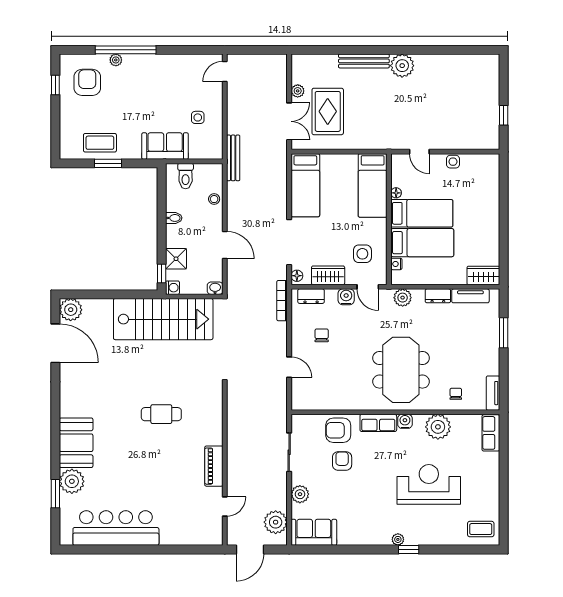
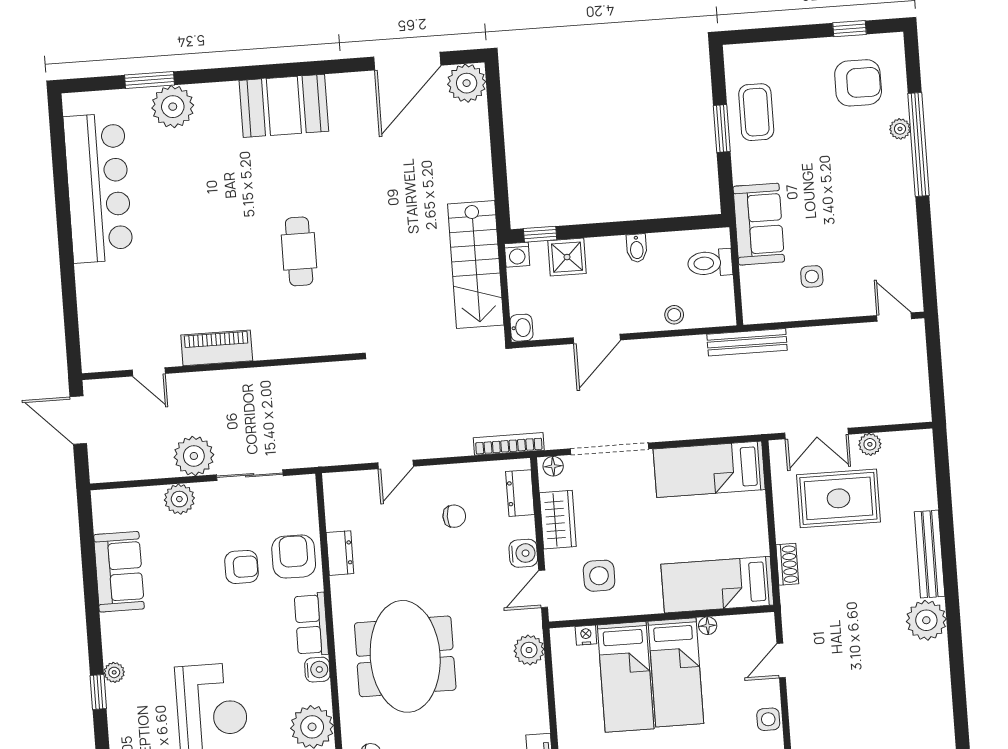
shoe rack: (364, 144) -> (787, 564), added
dresser: (438, 296) -> (340, 553), moved, turned 180
stairs: (163, 319) -> (476, 264), width x0.73, depth x0.66
meeting table: (401, 370) -> (405, 656), turned 90
booth: (76, 443) -> (284, 106), moved
plant: (276, 522) -> (194, 456), moved
sofa: (314, 532) -> (119, 572), moved

